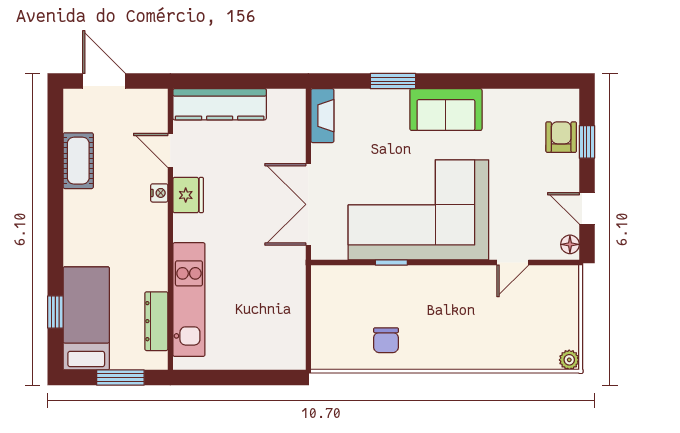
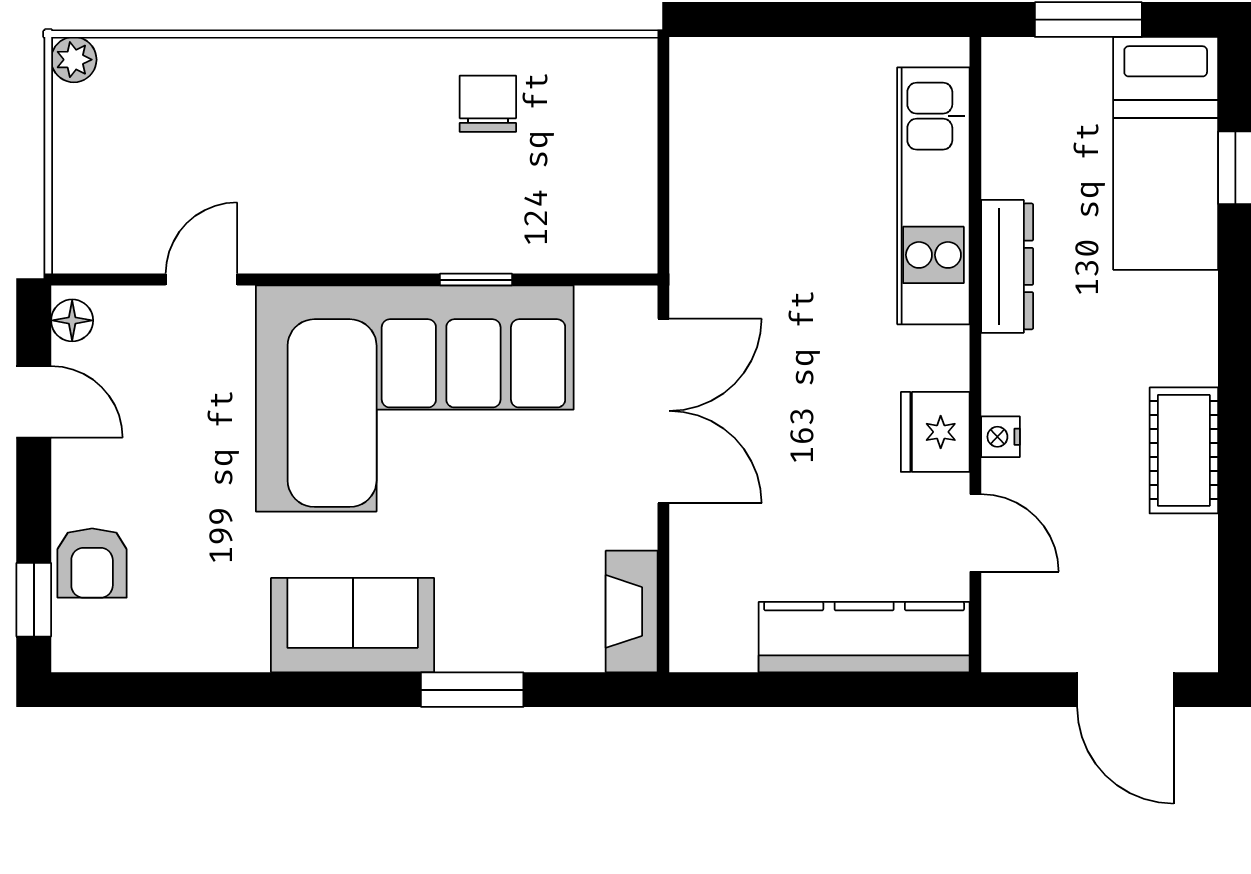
window: (587, 142) -> (34, 600), moved
cot: (78, 161) -> (1184, 450), moved
dresser: (156, 321) -> (1007, 266), moved

